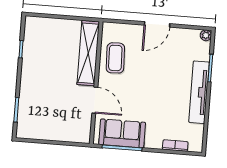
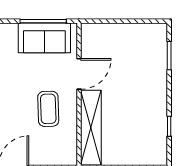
coffee table: (115, 58) -> (48, 109), moved
door: (95, 100) -> (79, 74), swing flipped

